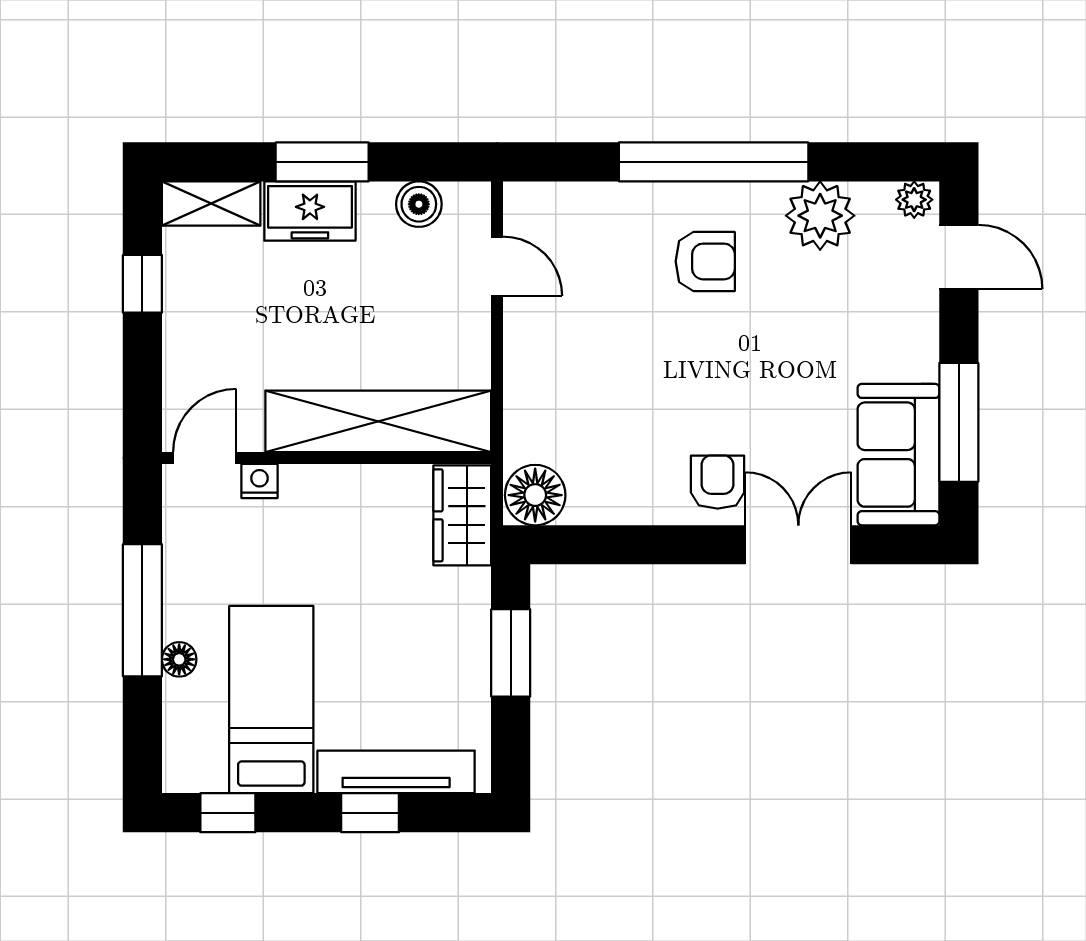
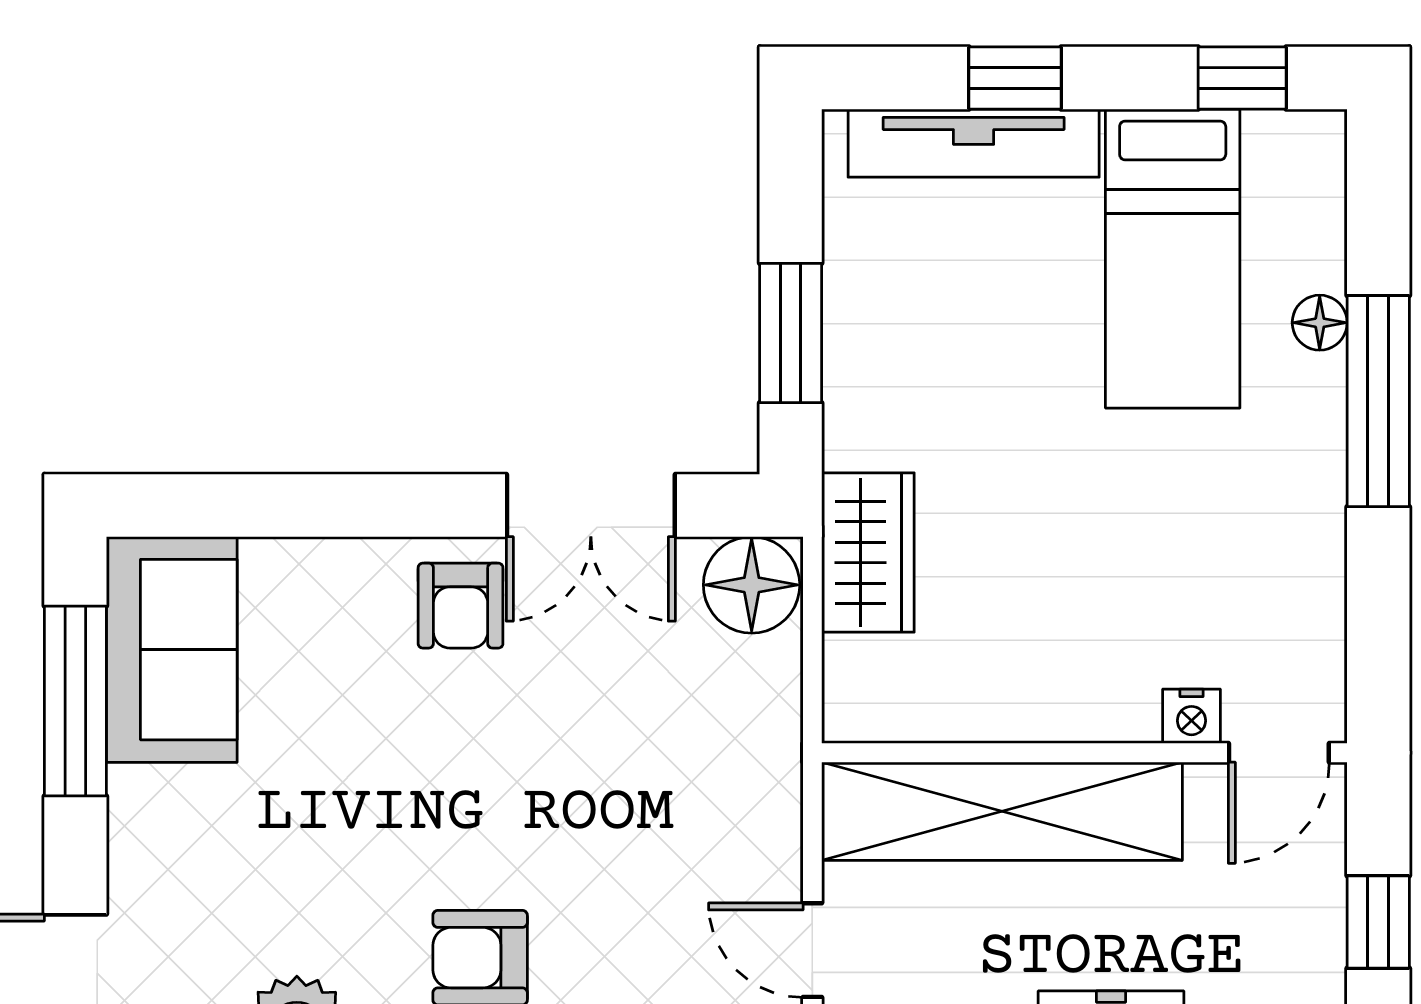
shelving: (378, 421) -> (1002, 811), moved
door: (205, 458) -> (1279, 753), moved
wall: (327, 458) -> (1084, 753), moved
nightstand: (260, 481) -> (1191, 716), moved
double door: (798, 545) -> (591, 506), moved

